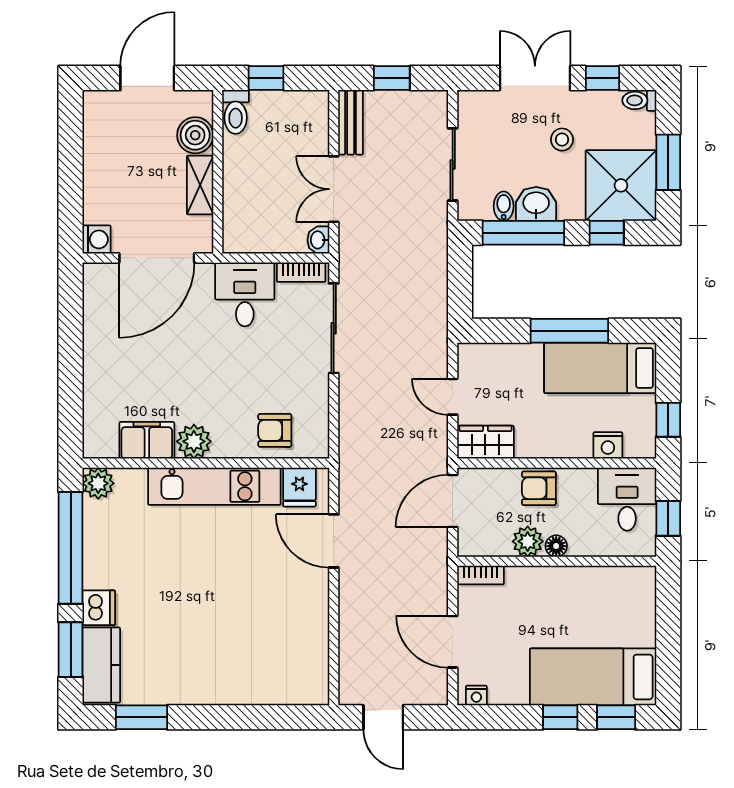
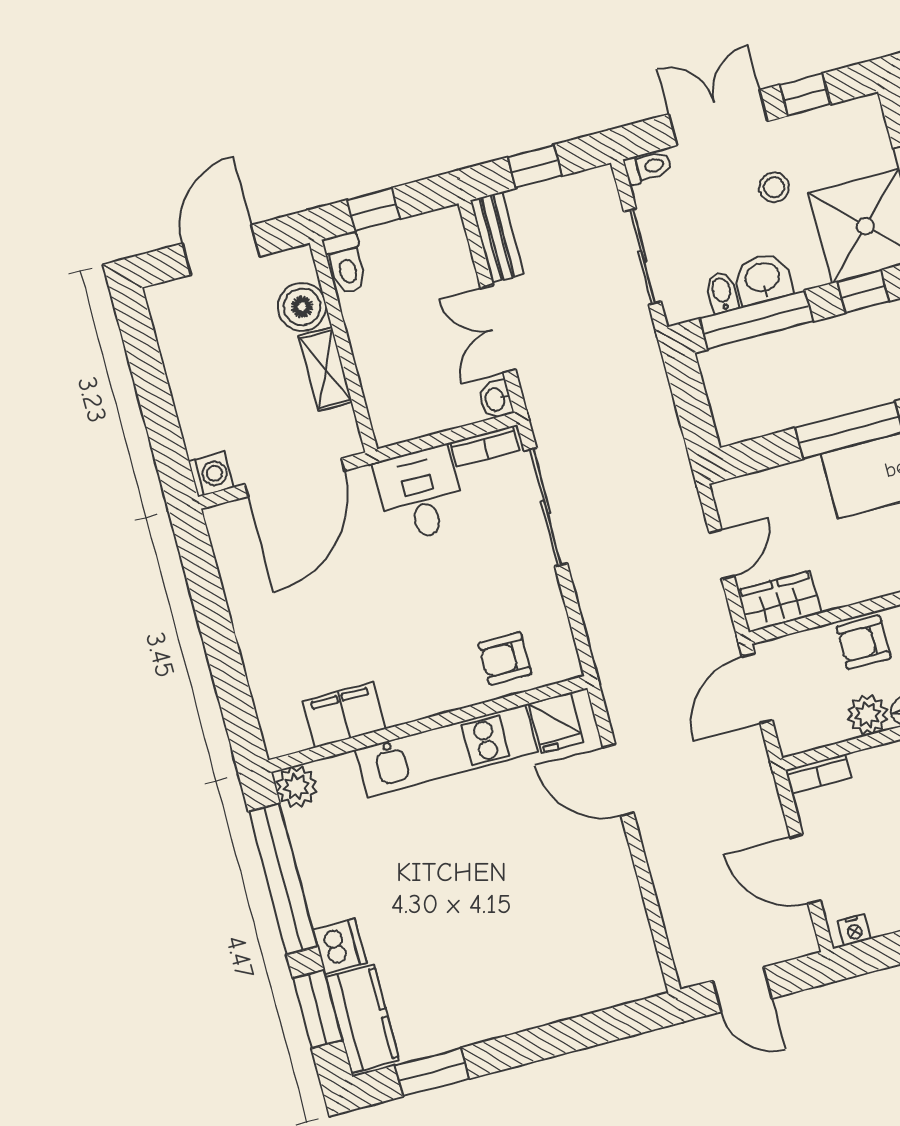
toilet: (639, 100) -> (648, 167), moved, turned 180
door: (453, 397) -> (722, 554), swing flipped
plant: (194, 441) -> (405, 700), removed

